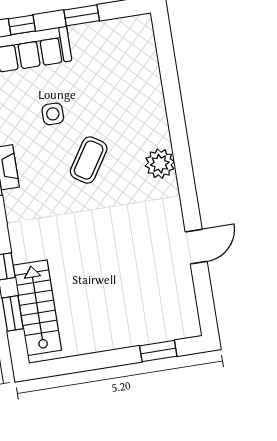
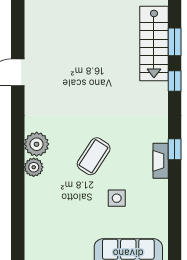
plant: (159, 135) -> (34, 167), added

